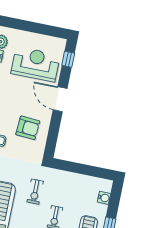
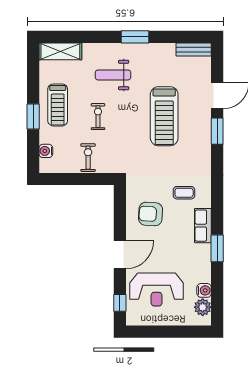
door: (60, 99) -> (120, 255), hinge flipped
exercise bike: (35, 192) -> (88, 158), moved

